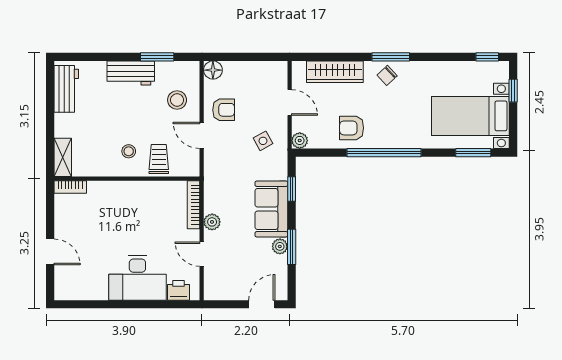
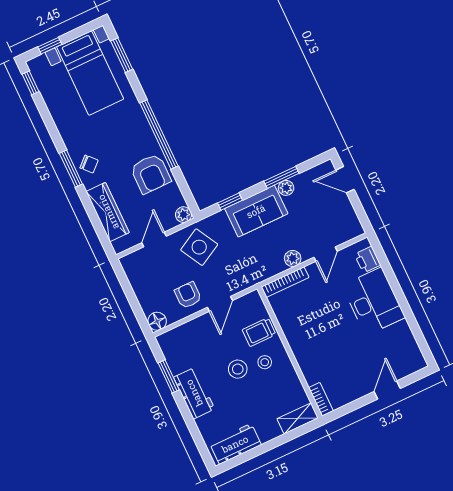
stool: (177, 100) -> (238, 369), moved
armchair: (352, 128) -> (151, 174), width x1.38, depth x1.38
side table: (263, 141) -> (199, 247), width x1.87, depth x1.87

